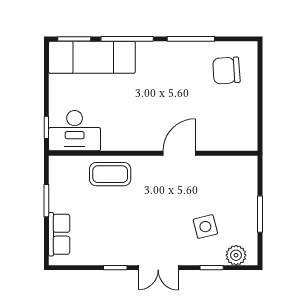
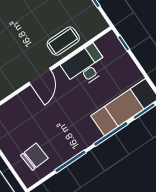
desk: (75, 131) -> (85, 66), moved
door: (179, 153) -> (40, 76), moved

